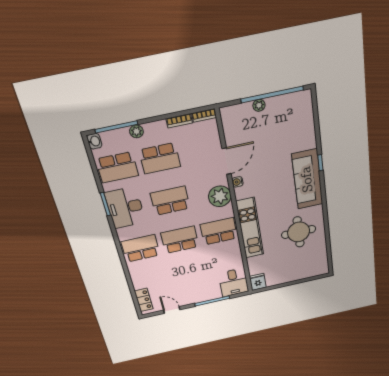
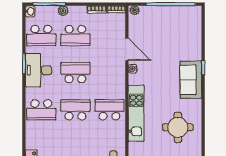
plant: (259, 105) -> (135, 10), moved
door: (226, 161) -> (127, 49), hinge flipped
sofa: (307, 179) -> (191, 80), width x0.73
plant: (220, 196) -> (116, 78), removed
school desk: (141, 248) -> (41, 110), turned 180

